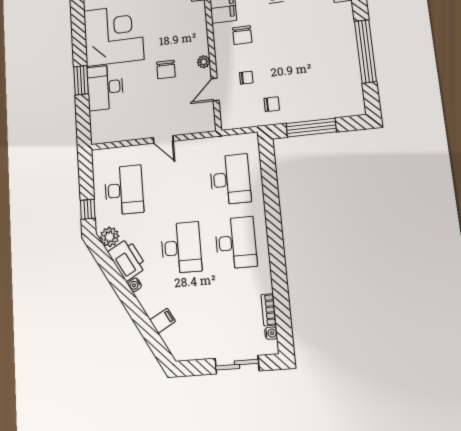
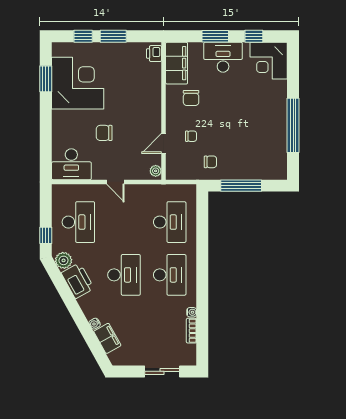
plant: (204, 62) -> (156, 171), moved
chair: (166, 70) -> (104, 133), moved, turned 90
window: (81, 80) -> (46, 79), moved
desk: (105, 87) -> (71, 164), moved, turned -90
water cooler: (135, 285) -> (95, 324), moved
filing cabinet: (163, 321) -> (107, 338), width x2.00
water cooler: (271, 333) -> (192, 312), moved

